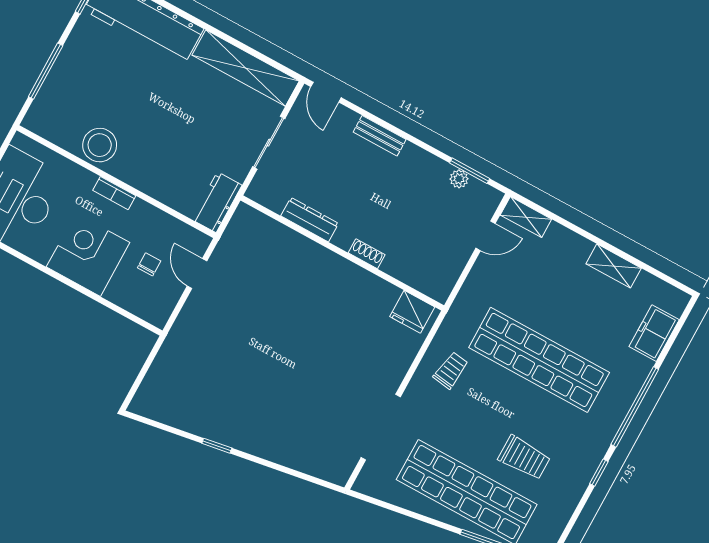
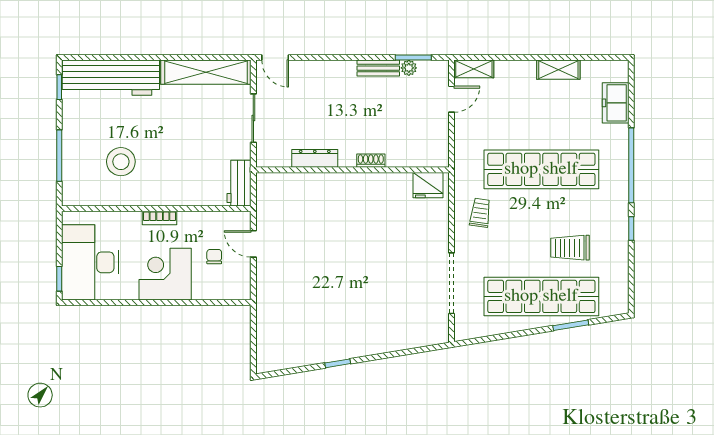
bench: (380, 136) -> (378, 68), moved
stool: (100, 145) -> (121, 162), moved
trolley: (524, 458) -> (570, 248), turned 180

